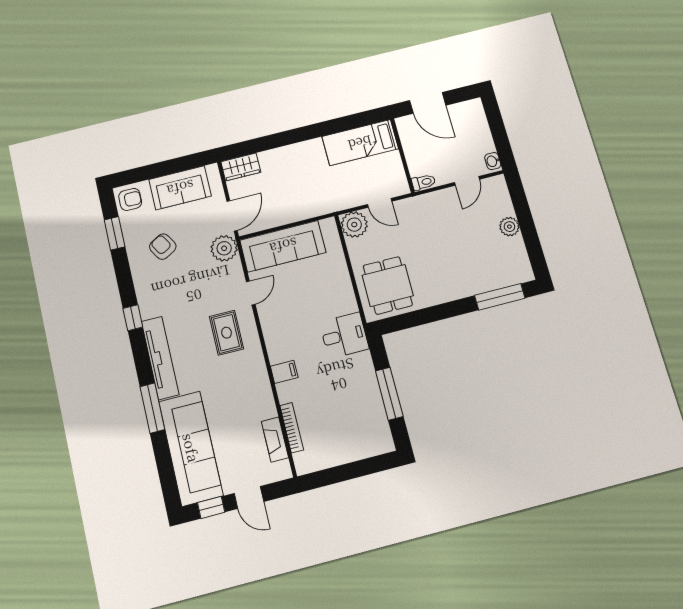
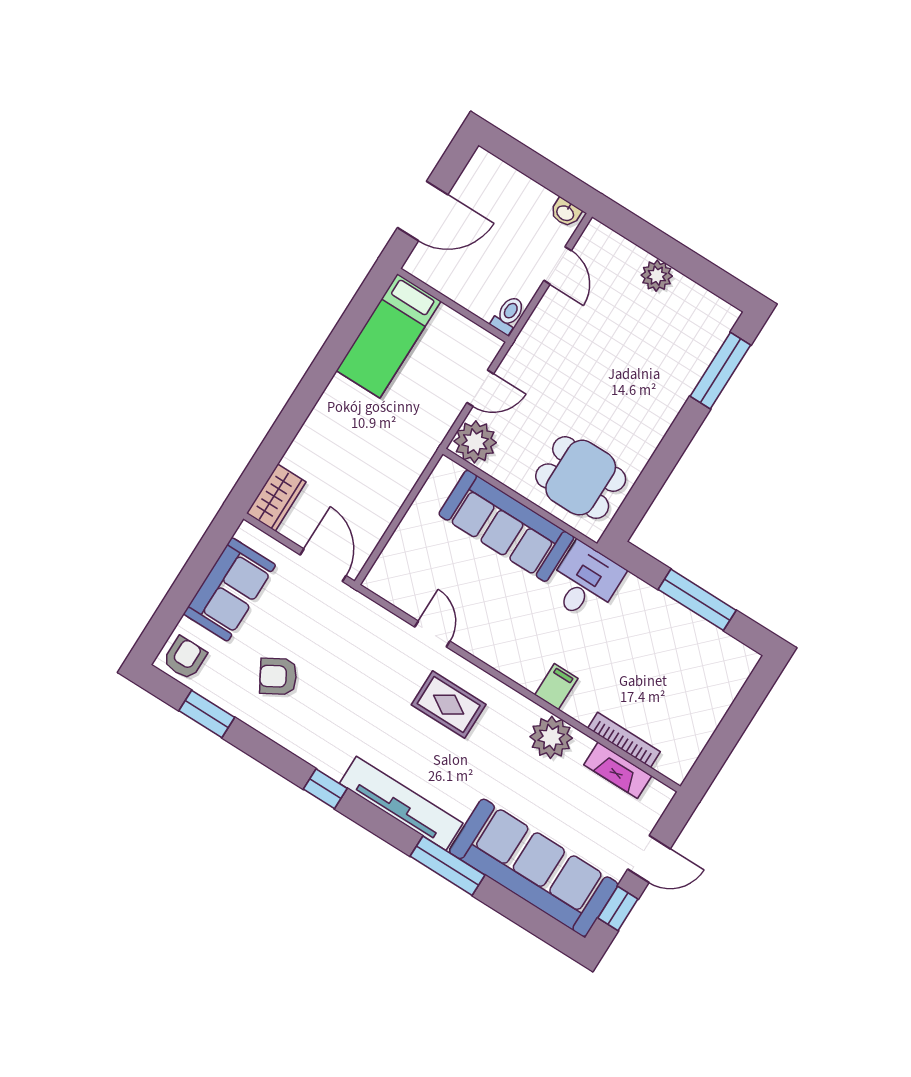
sofa: (283, 246) -> (506, 526), moved, turned 90
plant: (224, 248) -> (551, 737), moved

